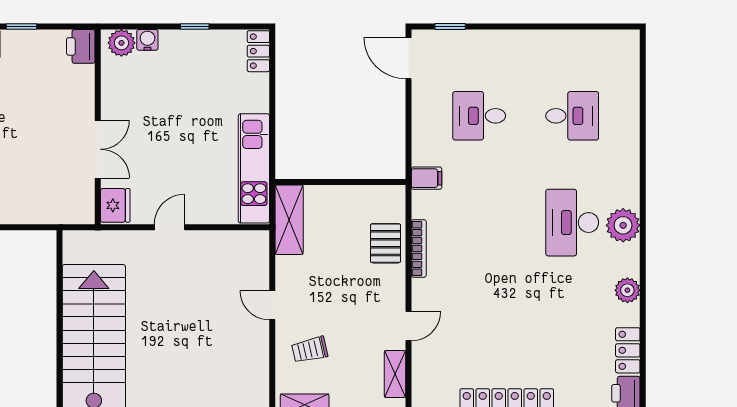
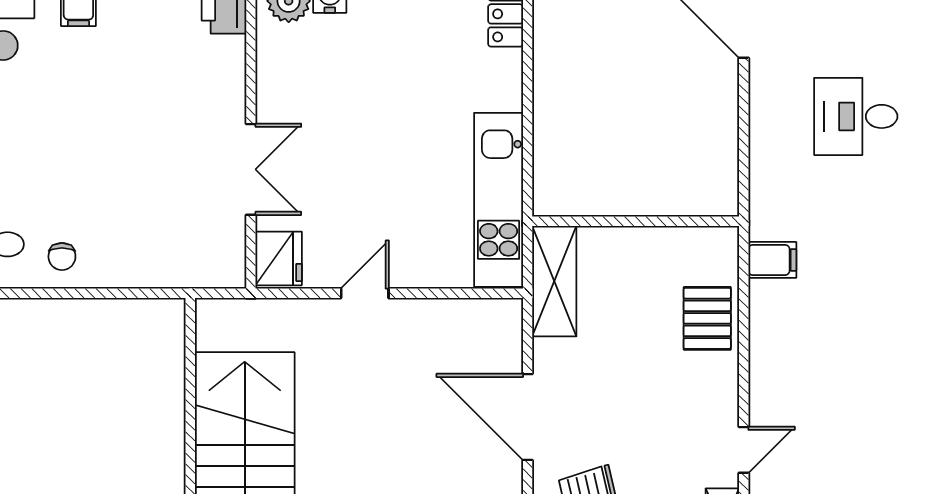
filing cabinet: (427, 178) -> (772, 260), moved
bookcase: (419, 248) -> (760, 327), removed
door: (272, 305) -> (528, 417), width x1.87

